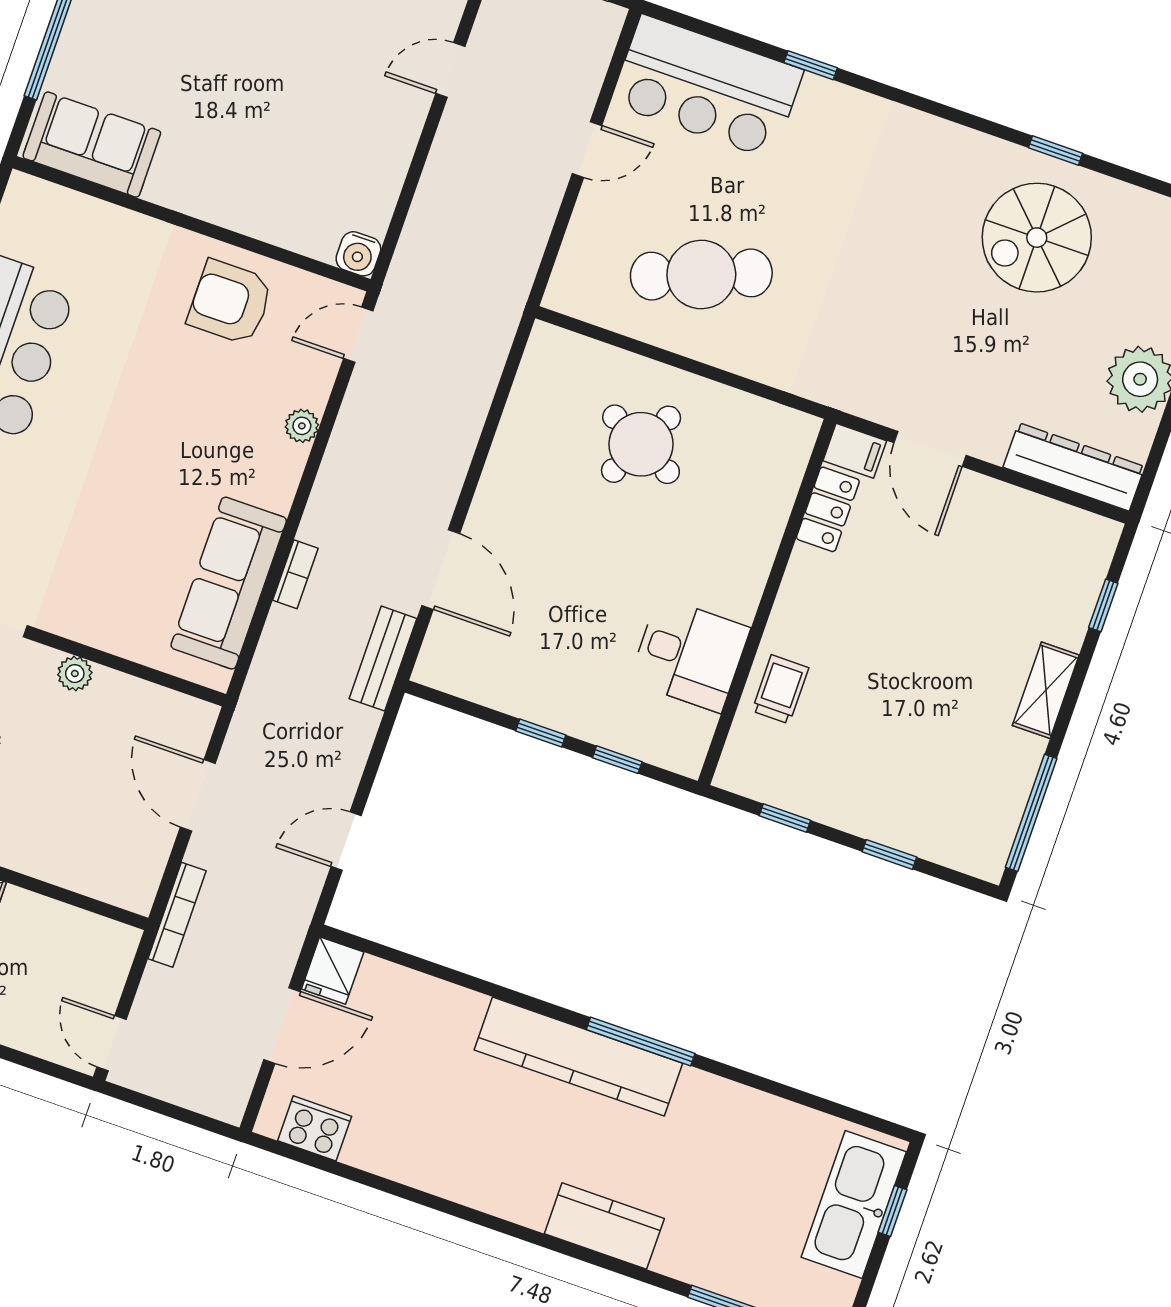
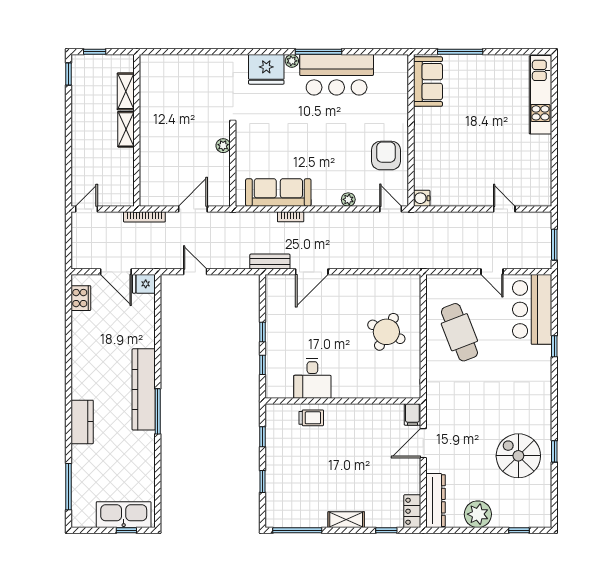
locker: (828, 509) -> (412, 511), moved, turned 90

